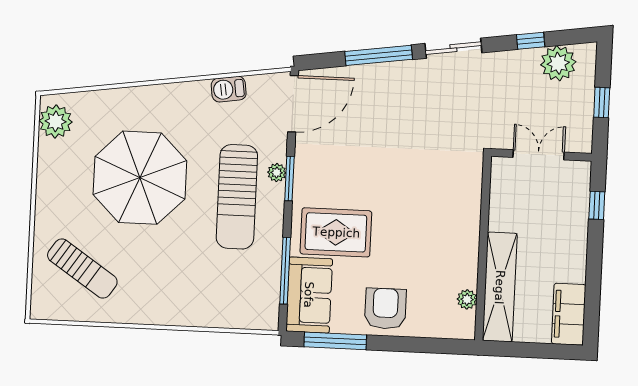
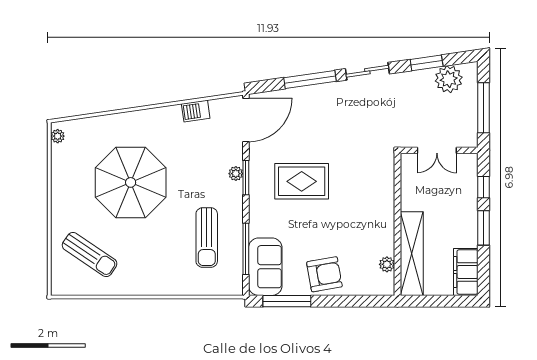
window: (531, 41) -> (427, 63), width x1.50
window: (602, 103) -> (484, 108), width x2.17
plant: (56, 121) -> (58, 136), width x0.53, depth x0.53
double door: (539, 155) -> (437, 150), swing flipped
sun lounger: (237, 197) -> (207, 238), moved, width x0.73, depth x0.75
rug: (336, 232) -> (302, 181), moved
window: (594, 258) -> (484, 228), added
armchair: (385, 309) -> (324, 274), turned 80

